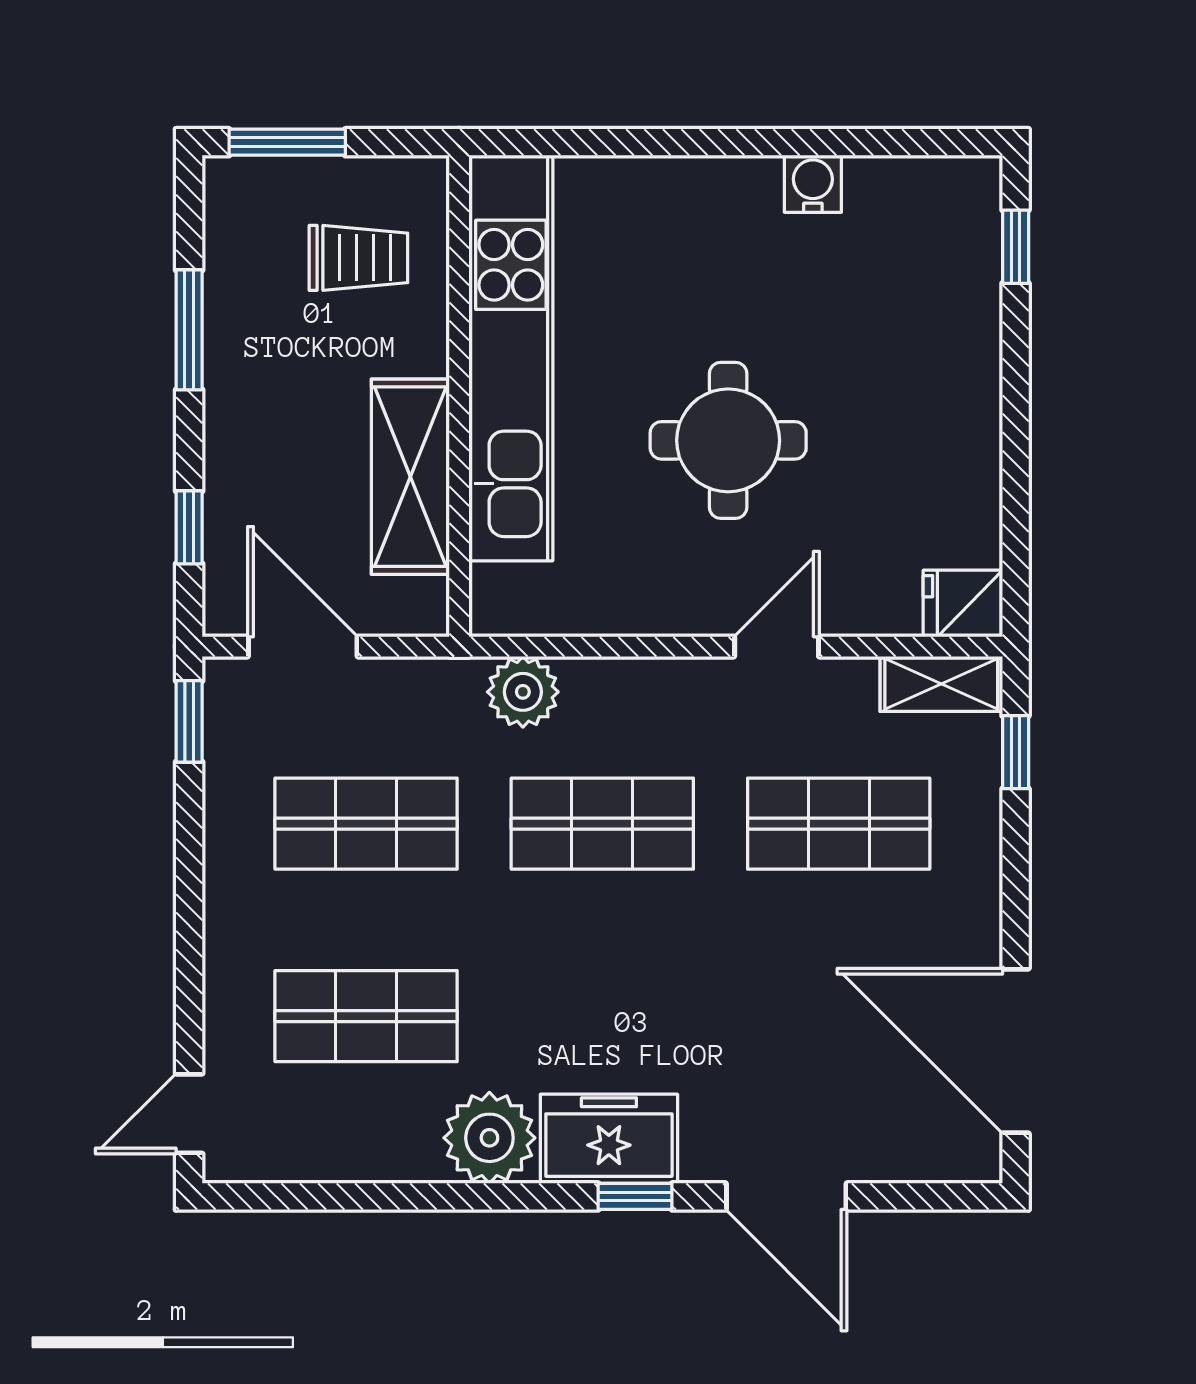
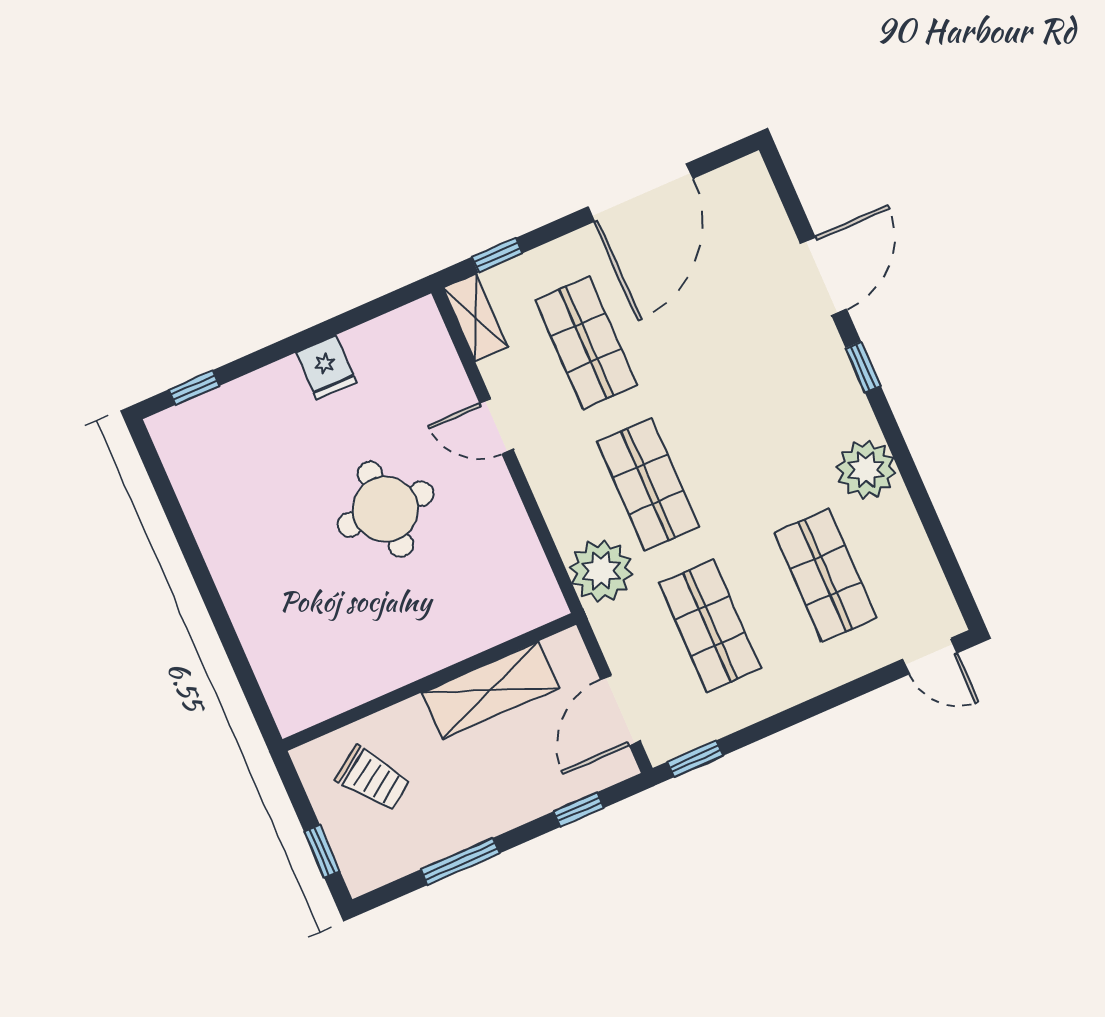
window: (287, 142) -> (322, 852), width x0.67
water cooler: (813, 184) -> (209, 526), removed
trolley: (358, 258) -> (373, 779), turned 145
kitchen unit: (511, 358) -> (393, 661), removed
fridge: (963, 604) -> (326, 367), moved
plant: (523, 692) -> (601, 571), width x1.36, depth x1.36
door: (1016, 1051) -> (641, 192), moved
freezer: (609, 1139) -> (835, 398), removed

